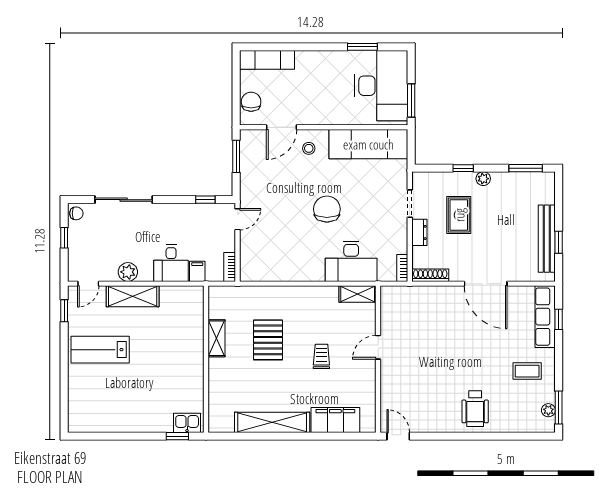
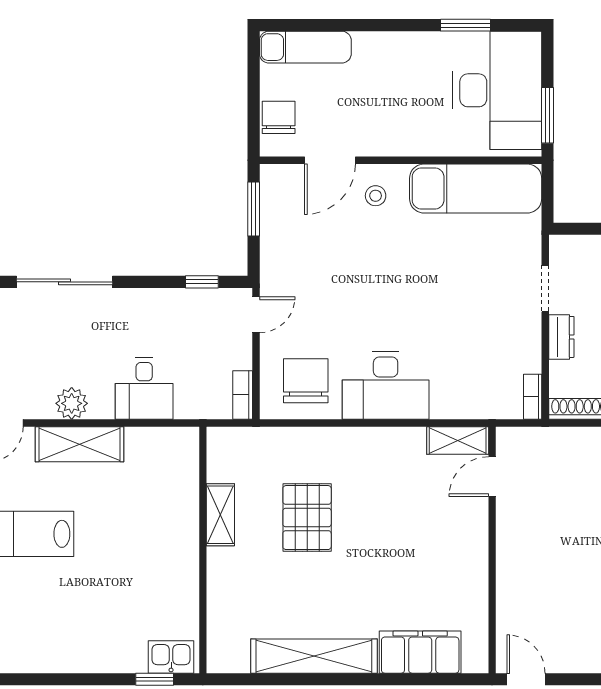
chair: (327, 209) -> (306, 381), moved
desk: (351, 261) -> (386, 385), moved
filing cabinet: (197, 271) -> (188, 402), removed
door: (378, 347) -> (492, 477), moved
trolley: (321, 356) -> (397, 545), removed

